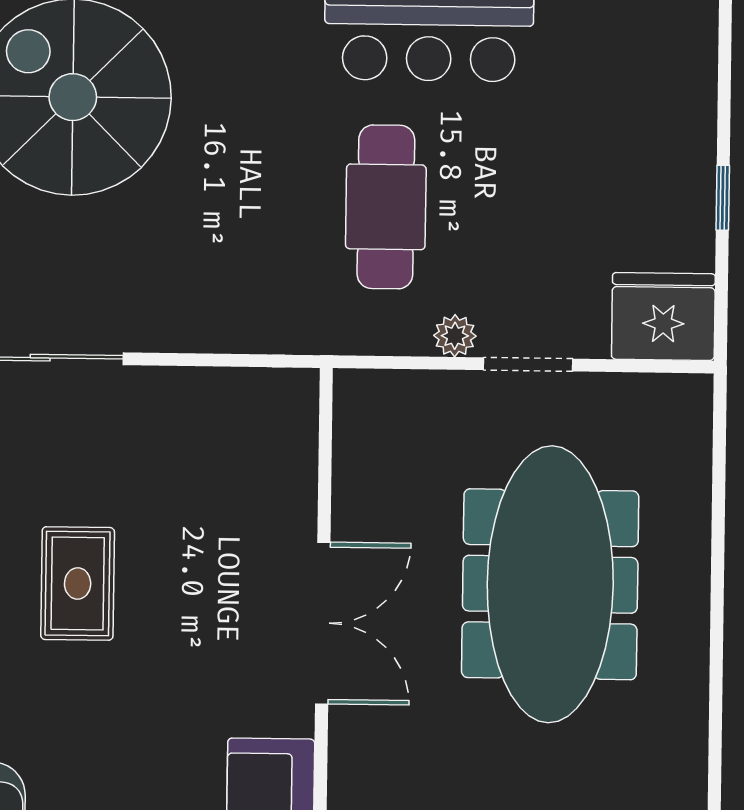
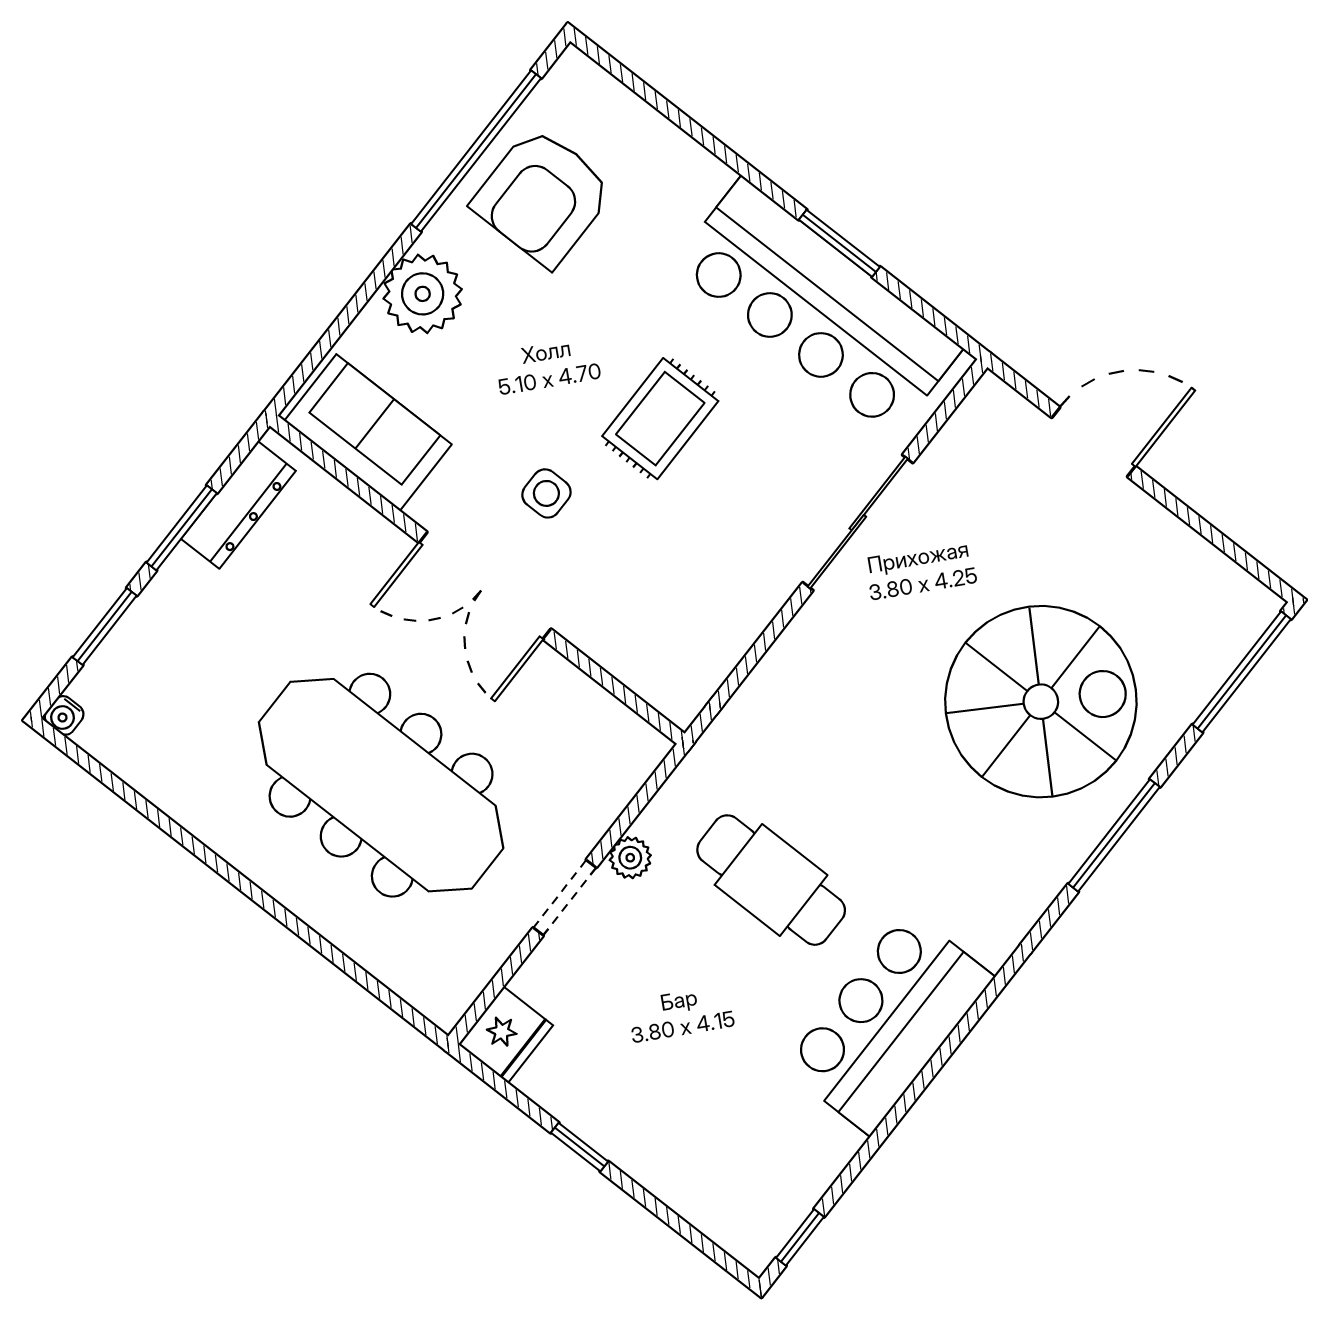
fridge: (663, 317) -> (506, 1035), width x0.73, depth x0.75
rug: (78, 584) -> (660, 419), turned 90
side table: (209, 630) -> (546, 493), added

